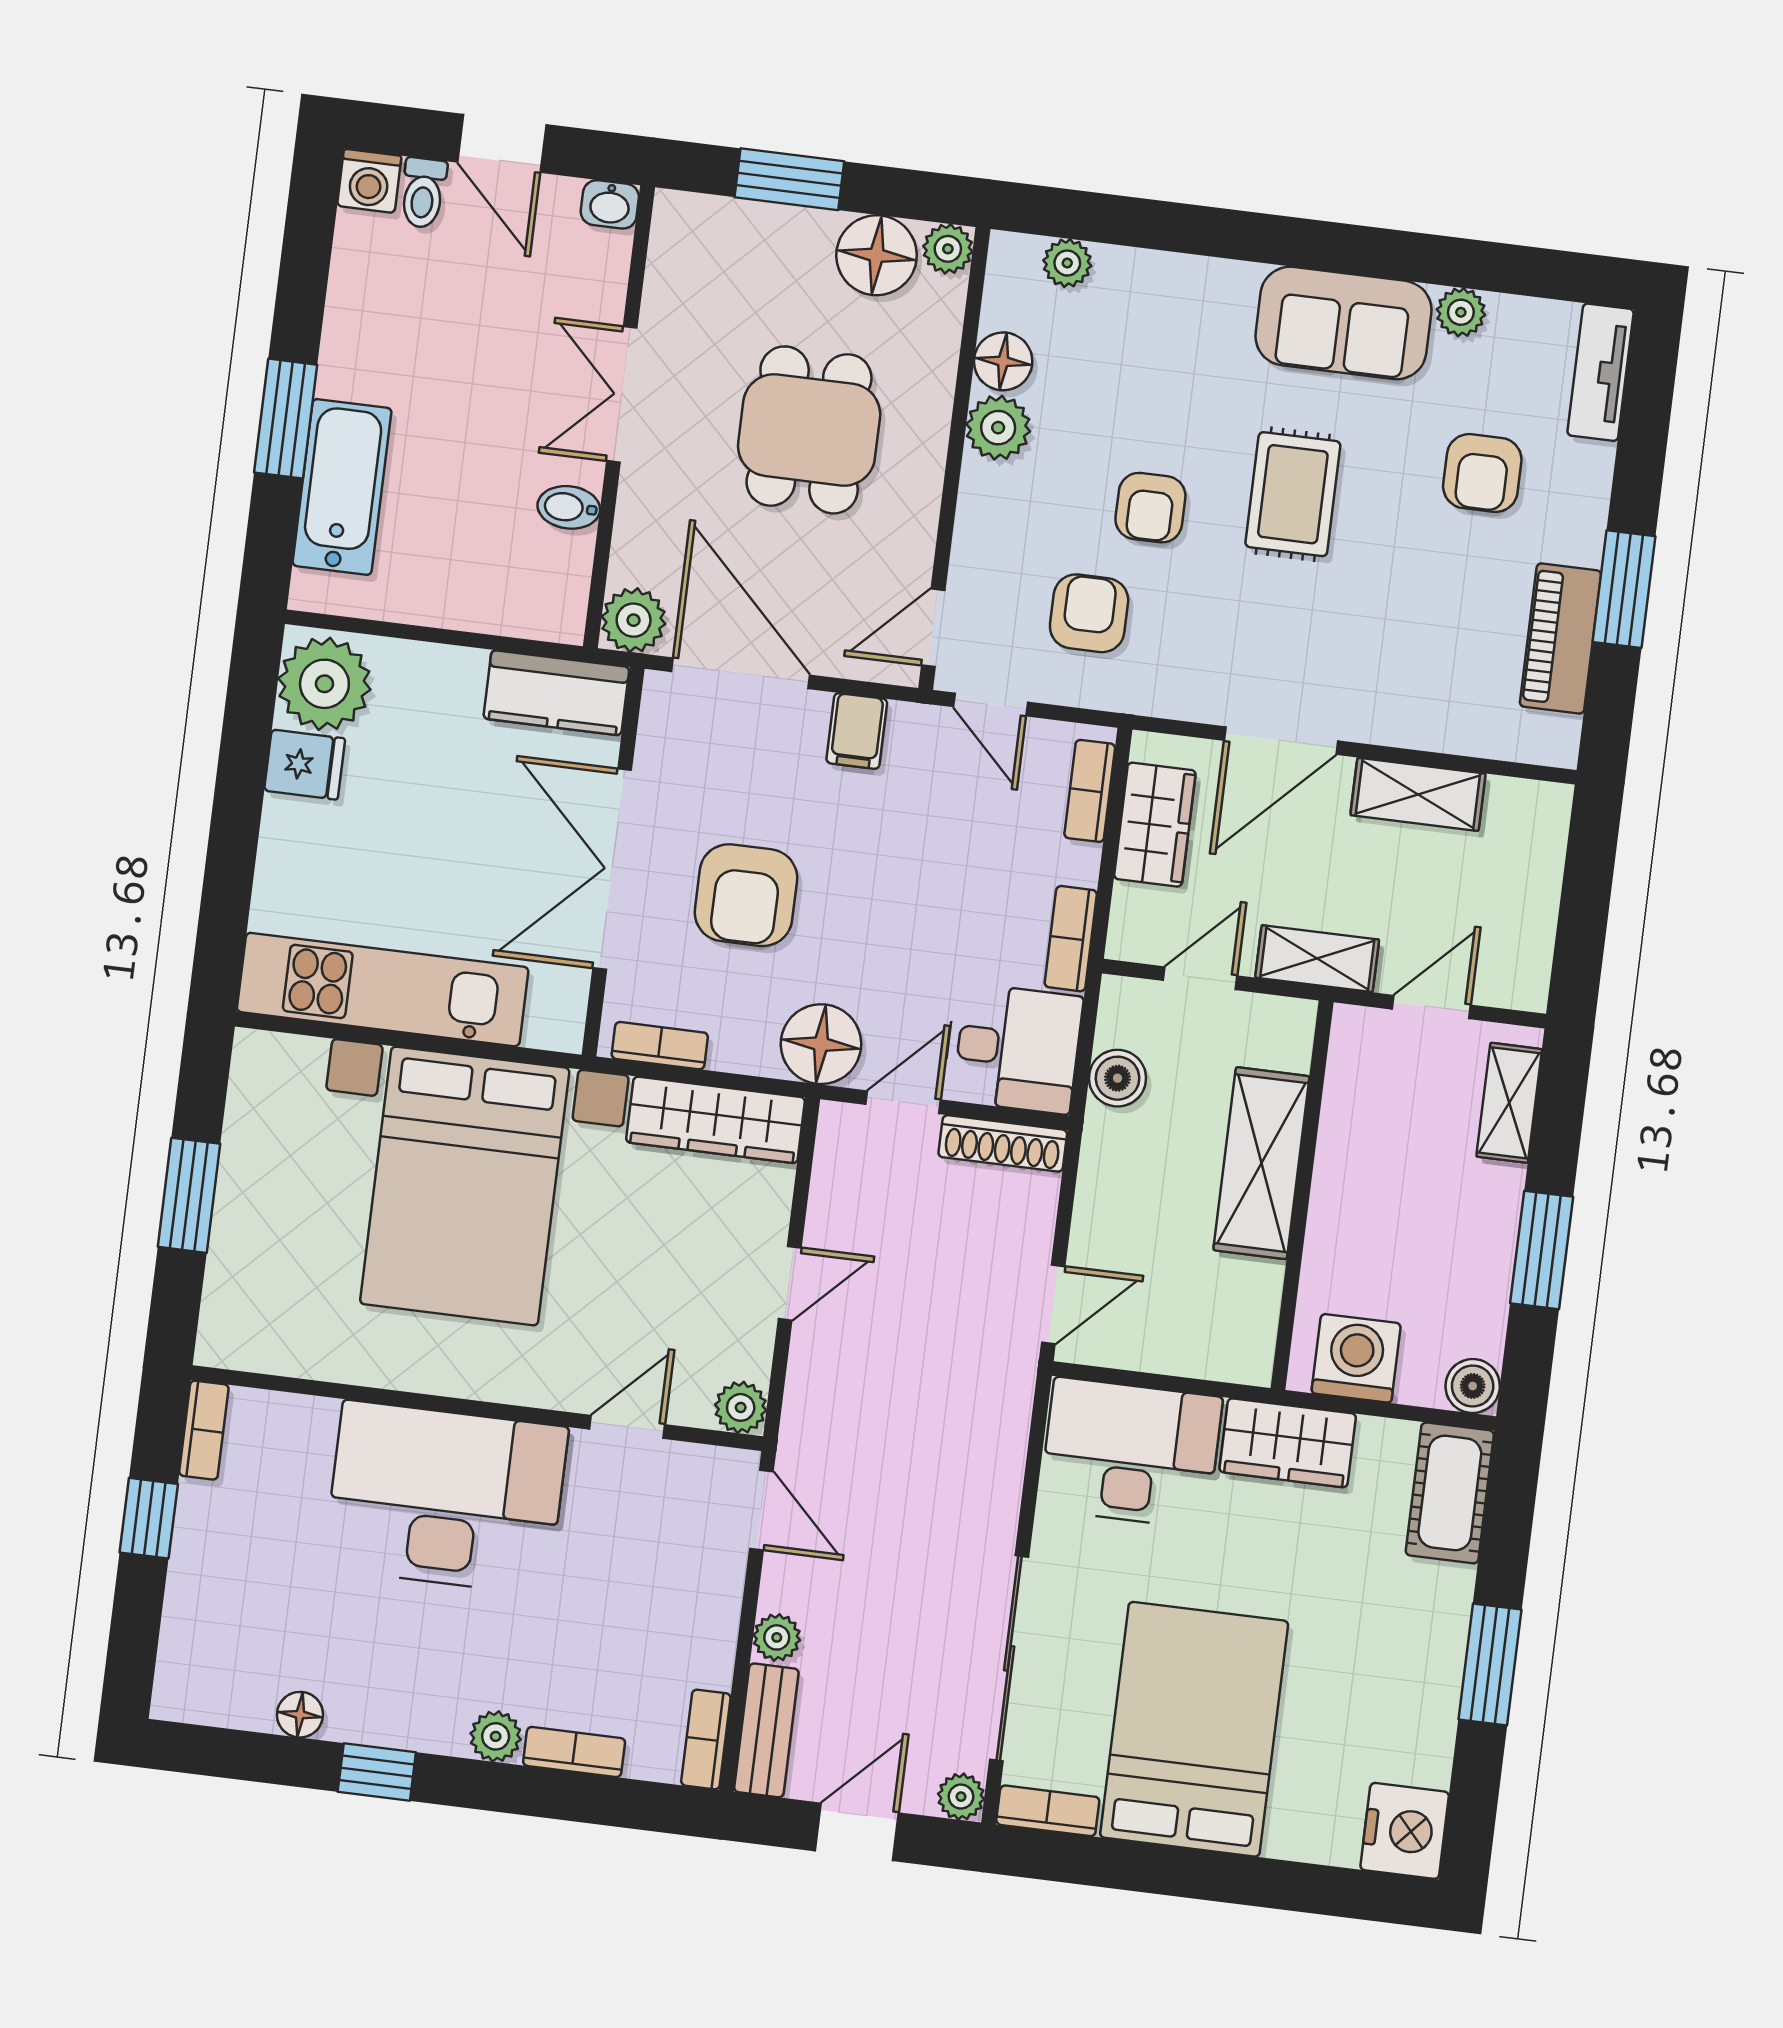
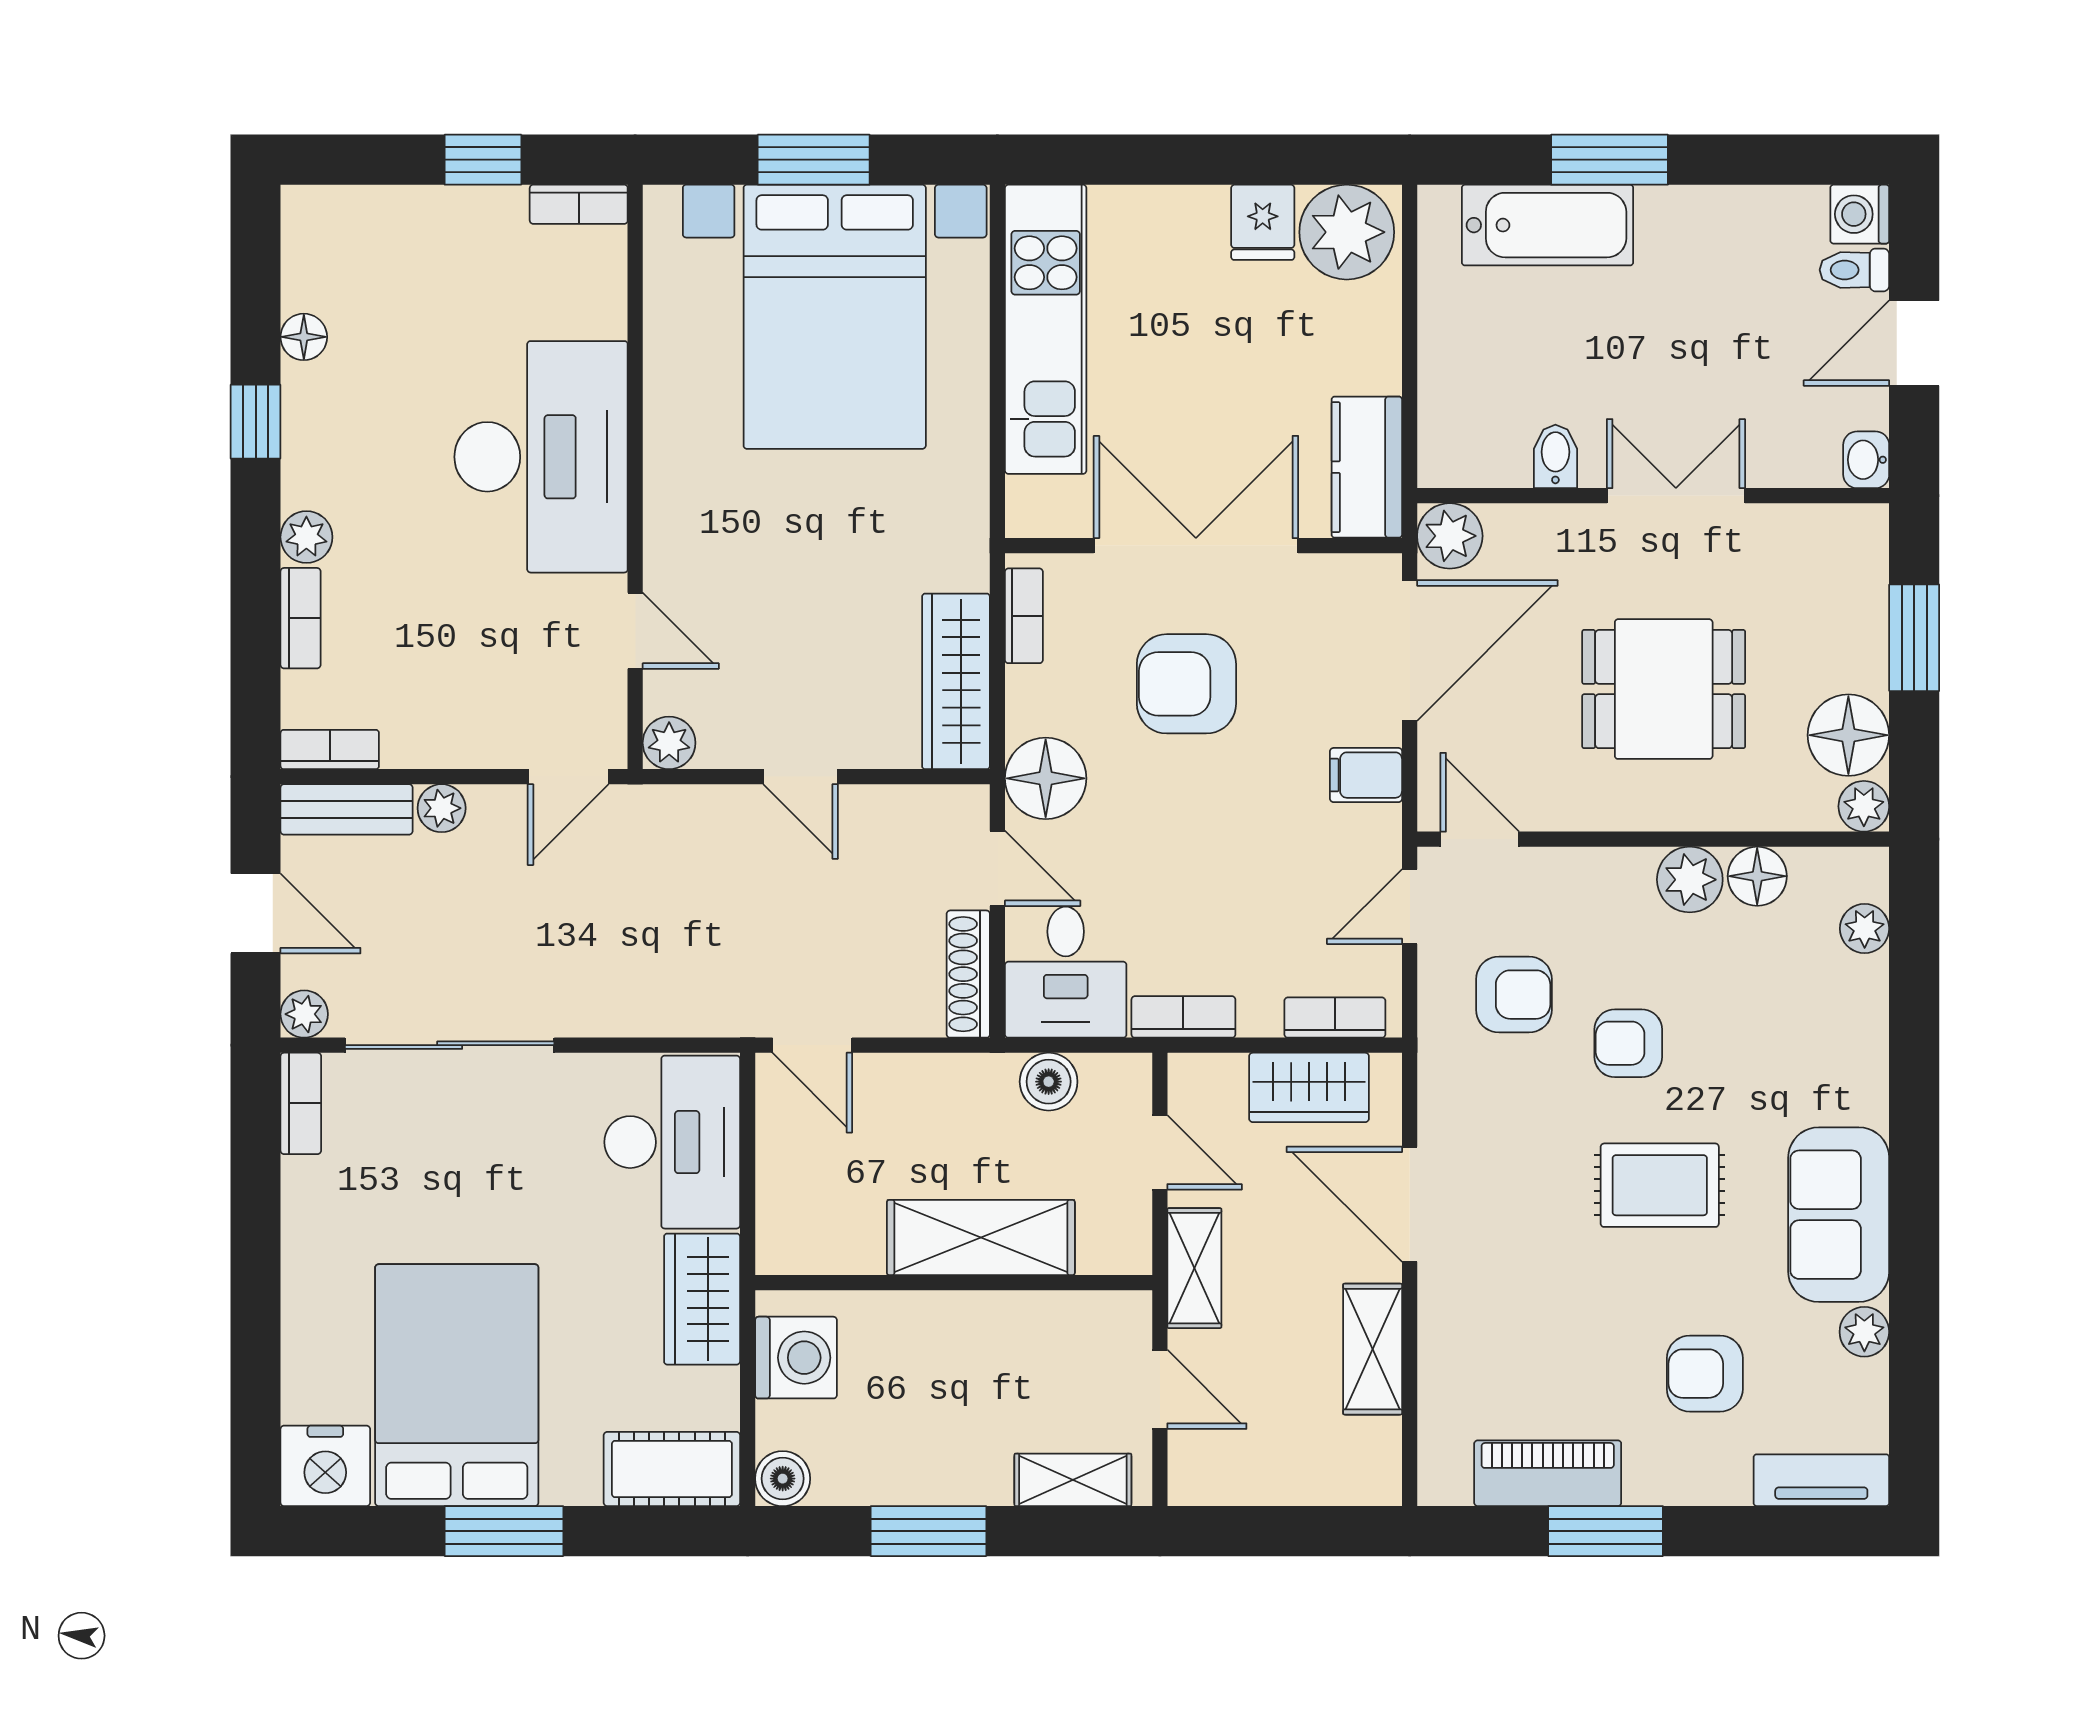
bed with nightstands: (465, 1186) -> (835, 317), moved, turned -90
bed: (1194, 1729) -> (457, 1385), moved, turned -90

